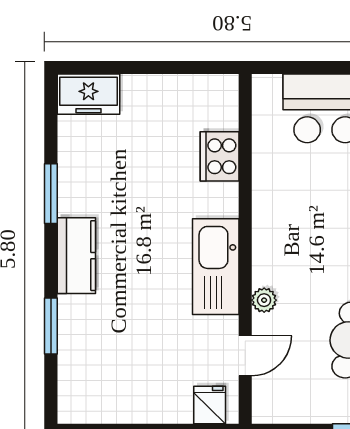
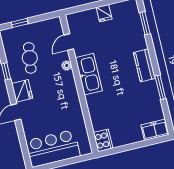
cooker: (220, 156) -> (103, 140), moved
window: (51, 326) -> (145, 23), moved
fridge: (210, 405) -> (104, 13), moved

